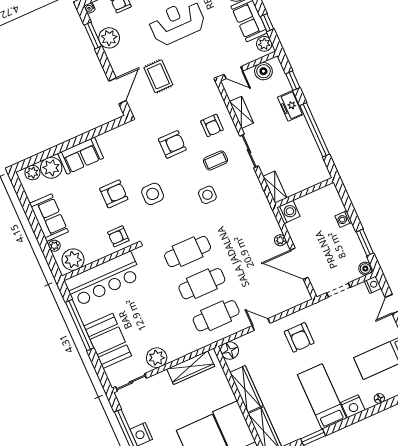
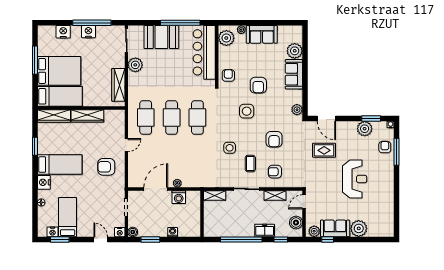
plant: (32, 173) -> (297, 110), moved
washing machine: (288, 212) -> (179, 197), moved
floor lamp: (230, 351) -> (118, 116), removed

